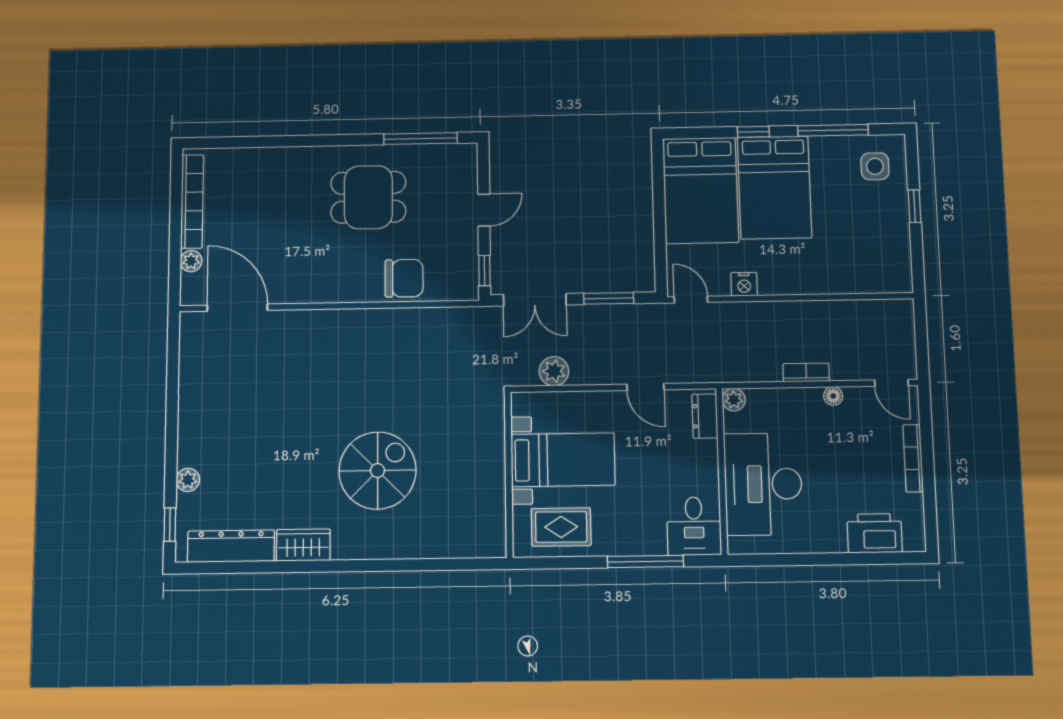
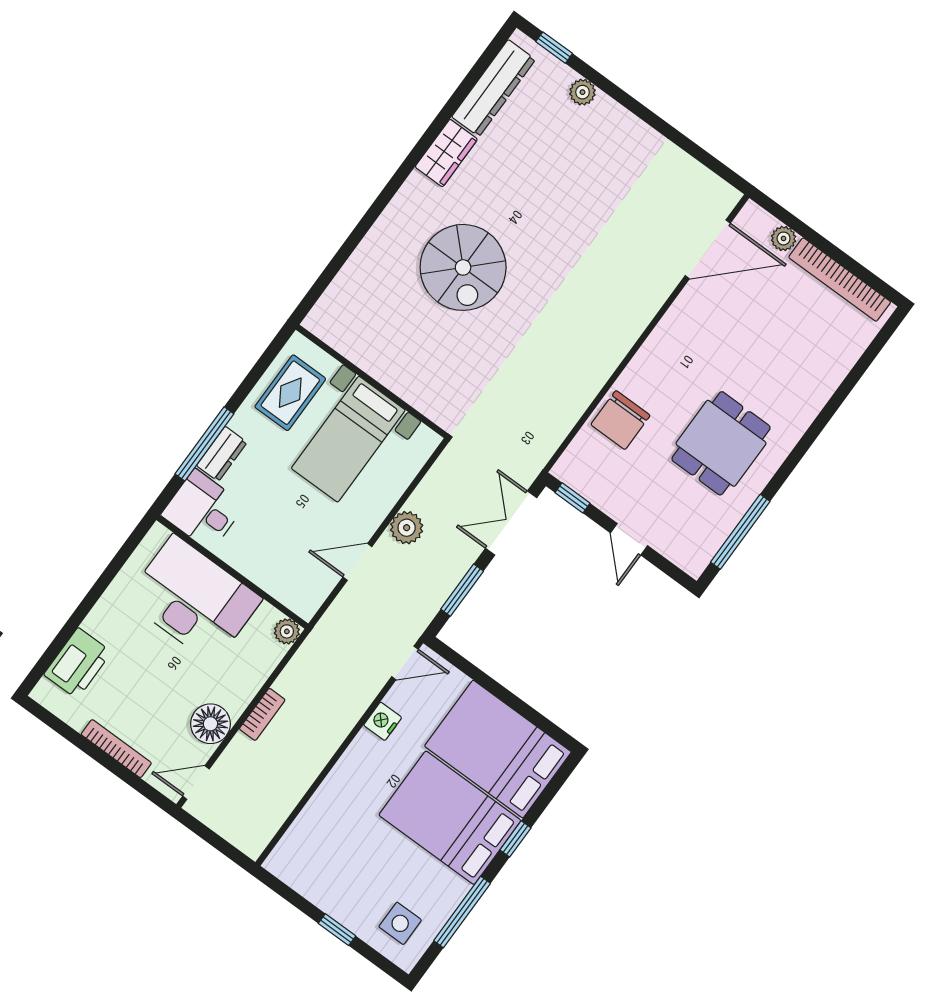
plant: (554, 371) -> (407, 528), moved
floor lamp: (833, 396) -> (210, 724), width x1.89, depth x1.89
dresser: (705, 416) -> (222, 454), moved, turned 90

